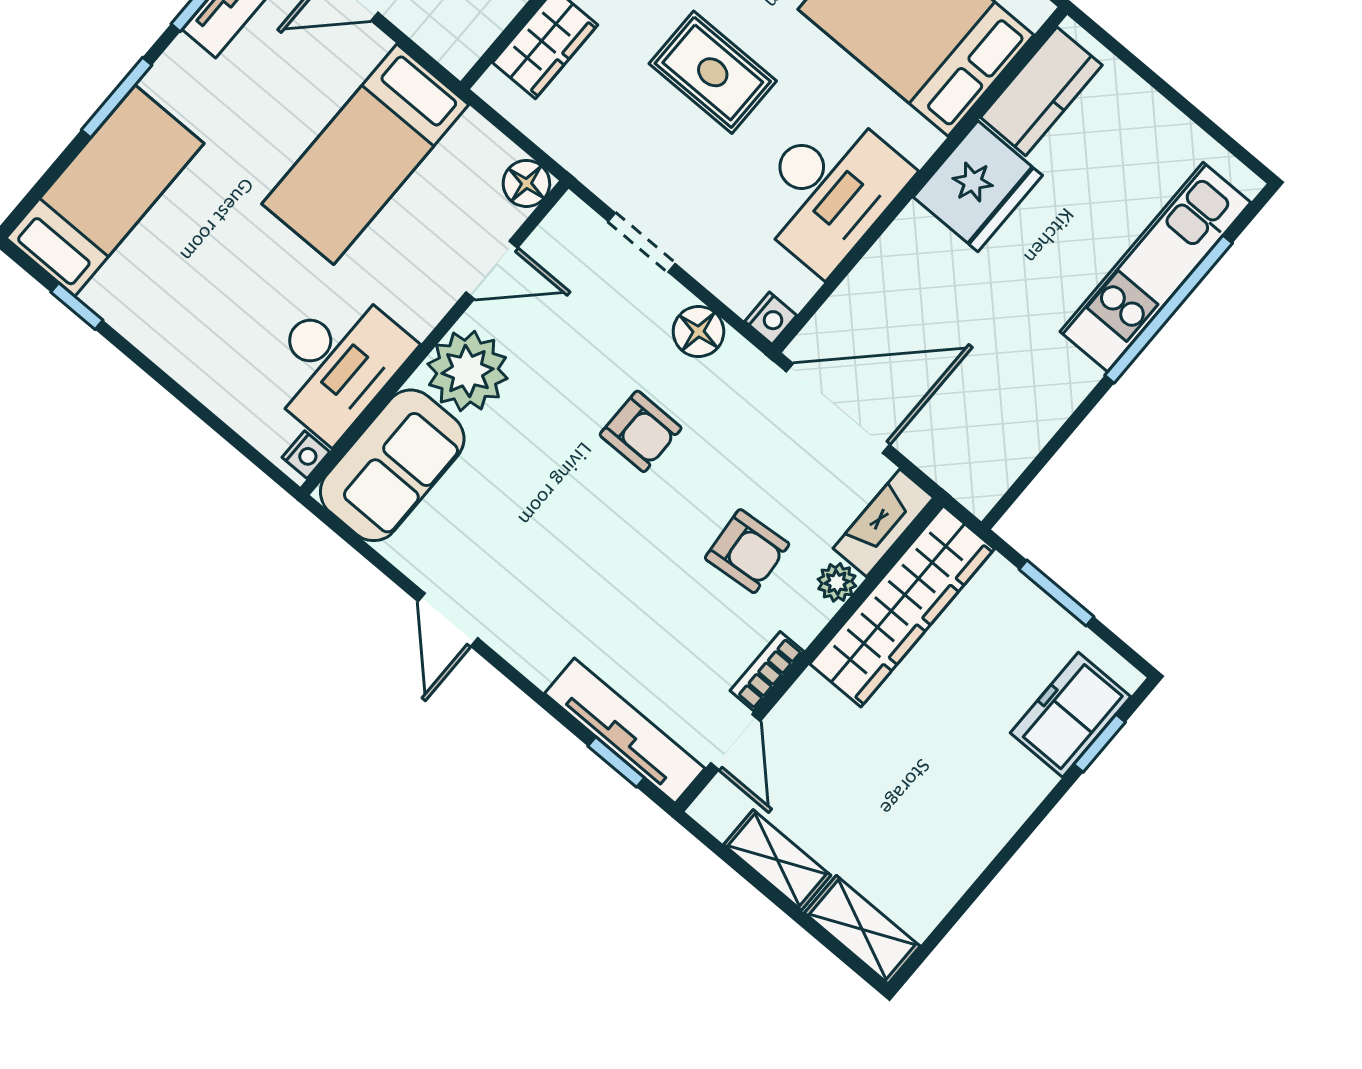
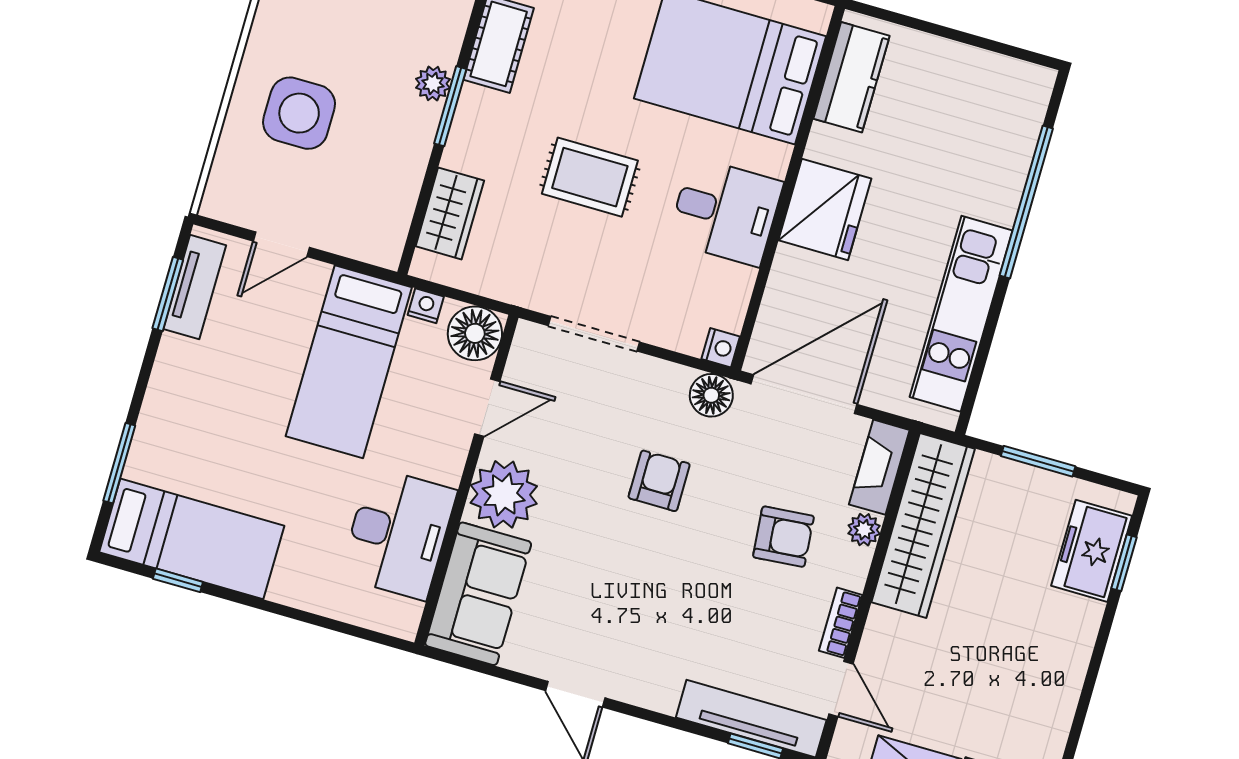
window: (117, 98) -> (119, 463), moved
floor lamp: (526, 183) -> (475, 333), width x1.38, depth x1.38
fridge: (978, 186) -> (825, 209), moved
desk: (829, 190) -> (725, 212), width x0.73
bed: (105, 191) -> (192, 539), moved, turned 90
doorway: (642, 242) -> (594, 334), width x1.38
kitchen unit: (1155, 267) -> (961, 314), moved
floor lamp: (698, 332) -> (711, 395), moved
armchair: (641, 431) -> (659, 481), turned -90
nightstand: (306, 455) -> (426, 306), moved, turned -90

